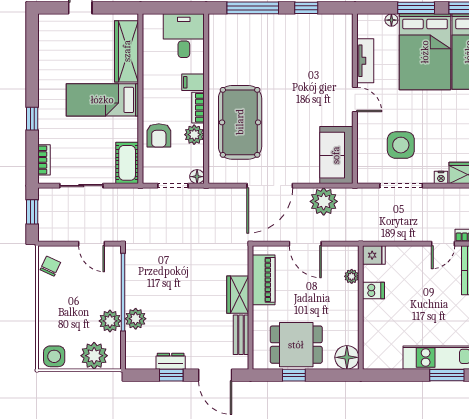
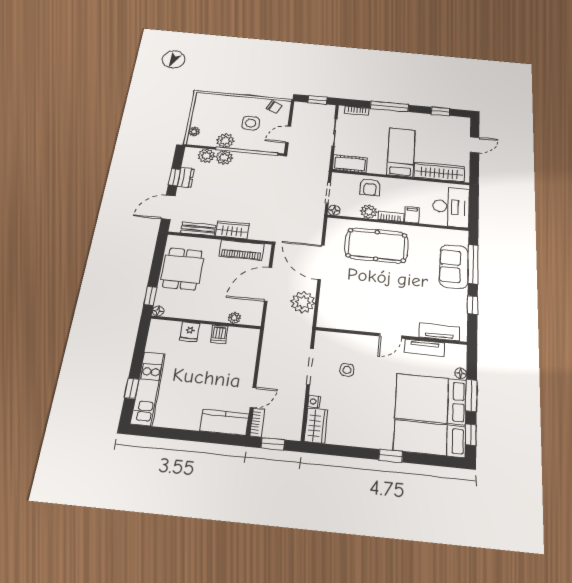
desk: (184, 36) -> (451, 207), width x1.37
tv unit: (344, 45) -> (439, 332), added
window: (32, 53) -> (440, 111), added
window: (32, 119) -> (389, 107), width x2.17
armchair: (159, 135) -> (370, 187), turned -90
side table: (401, 145) -> (347, 370), width x0.54, depth x0.54
sofa: (336, 155) -> (454, 267), moved, turned -90
door: (305, 244) -> (268, 284), width x1.36
door: (443, 244) -> (253, 397), swing flipped
fridge: (374, 255) -> (190, 332), moved
plant: (135, 341) -> (206, 156), added
side table: (54, 356) -> (251, 123), moved
plant: (94, 356) -> (194, 131), width x0.53, depth x0.53
floor lamp: (347, 357) -> (158, 311), width x0.53, depth x0.53
window: (294, 375) -> (150, 296), moved
window: (447, 375) -> (132, 388), width x0.67

